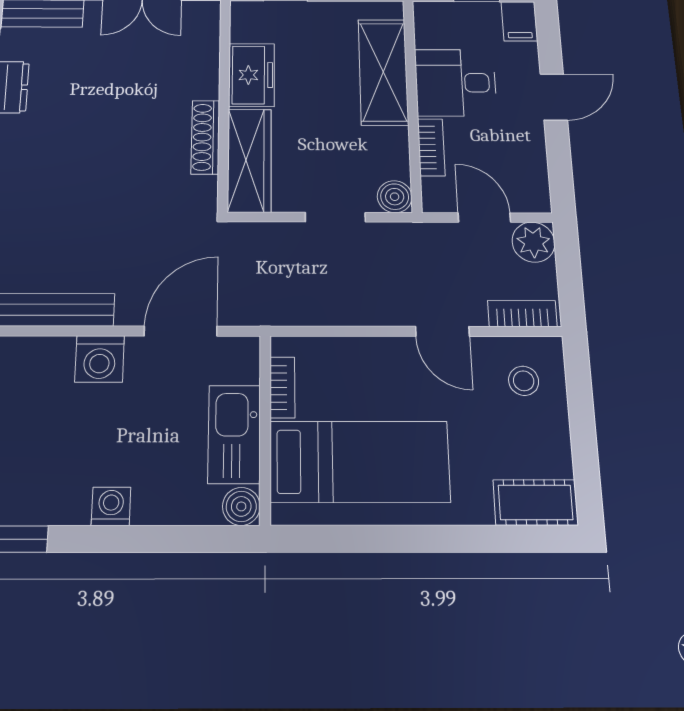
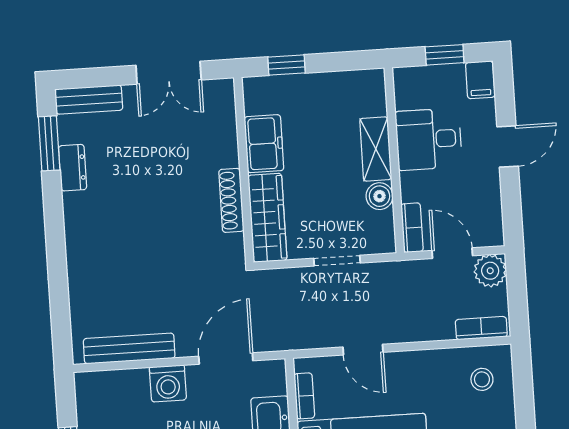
shelving: (383, 72) -> (376, 149), width x0.67, depth x0.75
bookcase: (431, 147) -> (412, 228), moved
boiler: (395, 197) -> (379, 196), moved
door: (443, 331) -> (363, 350), moved

